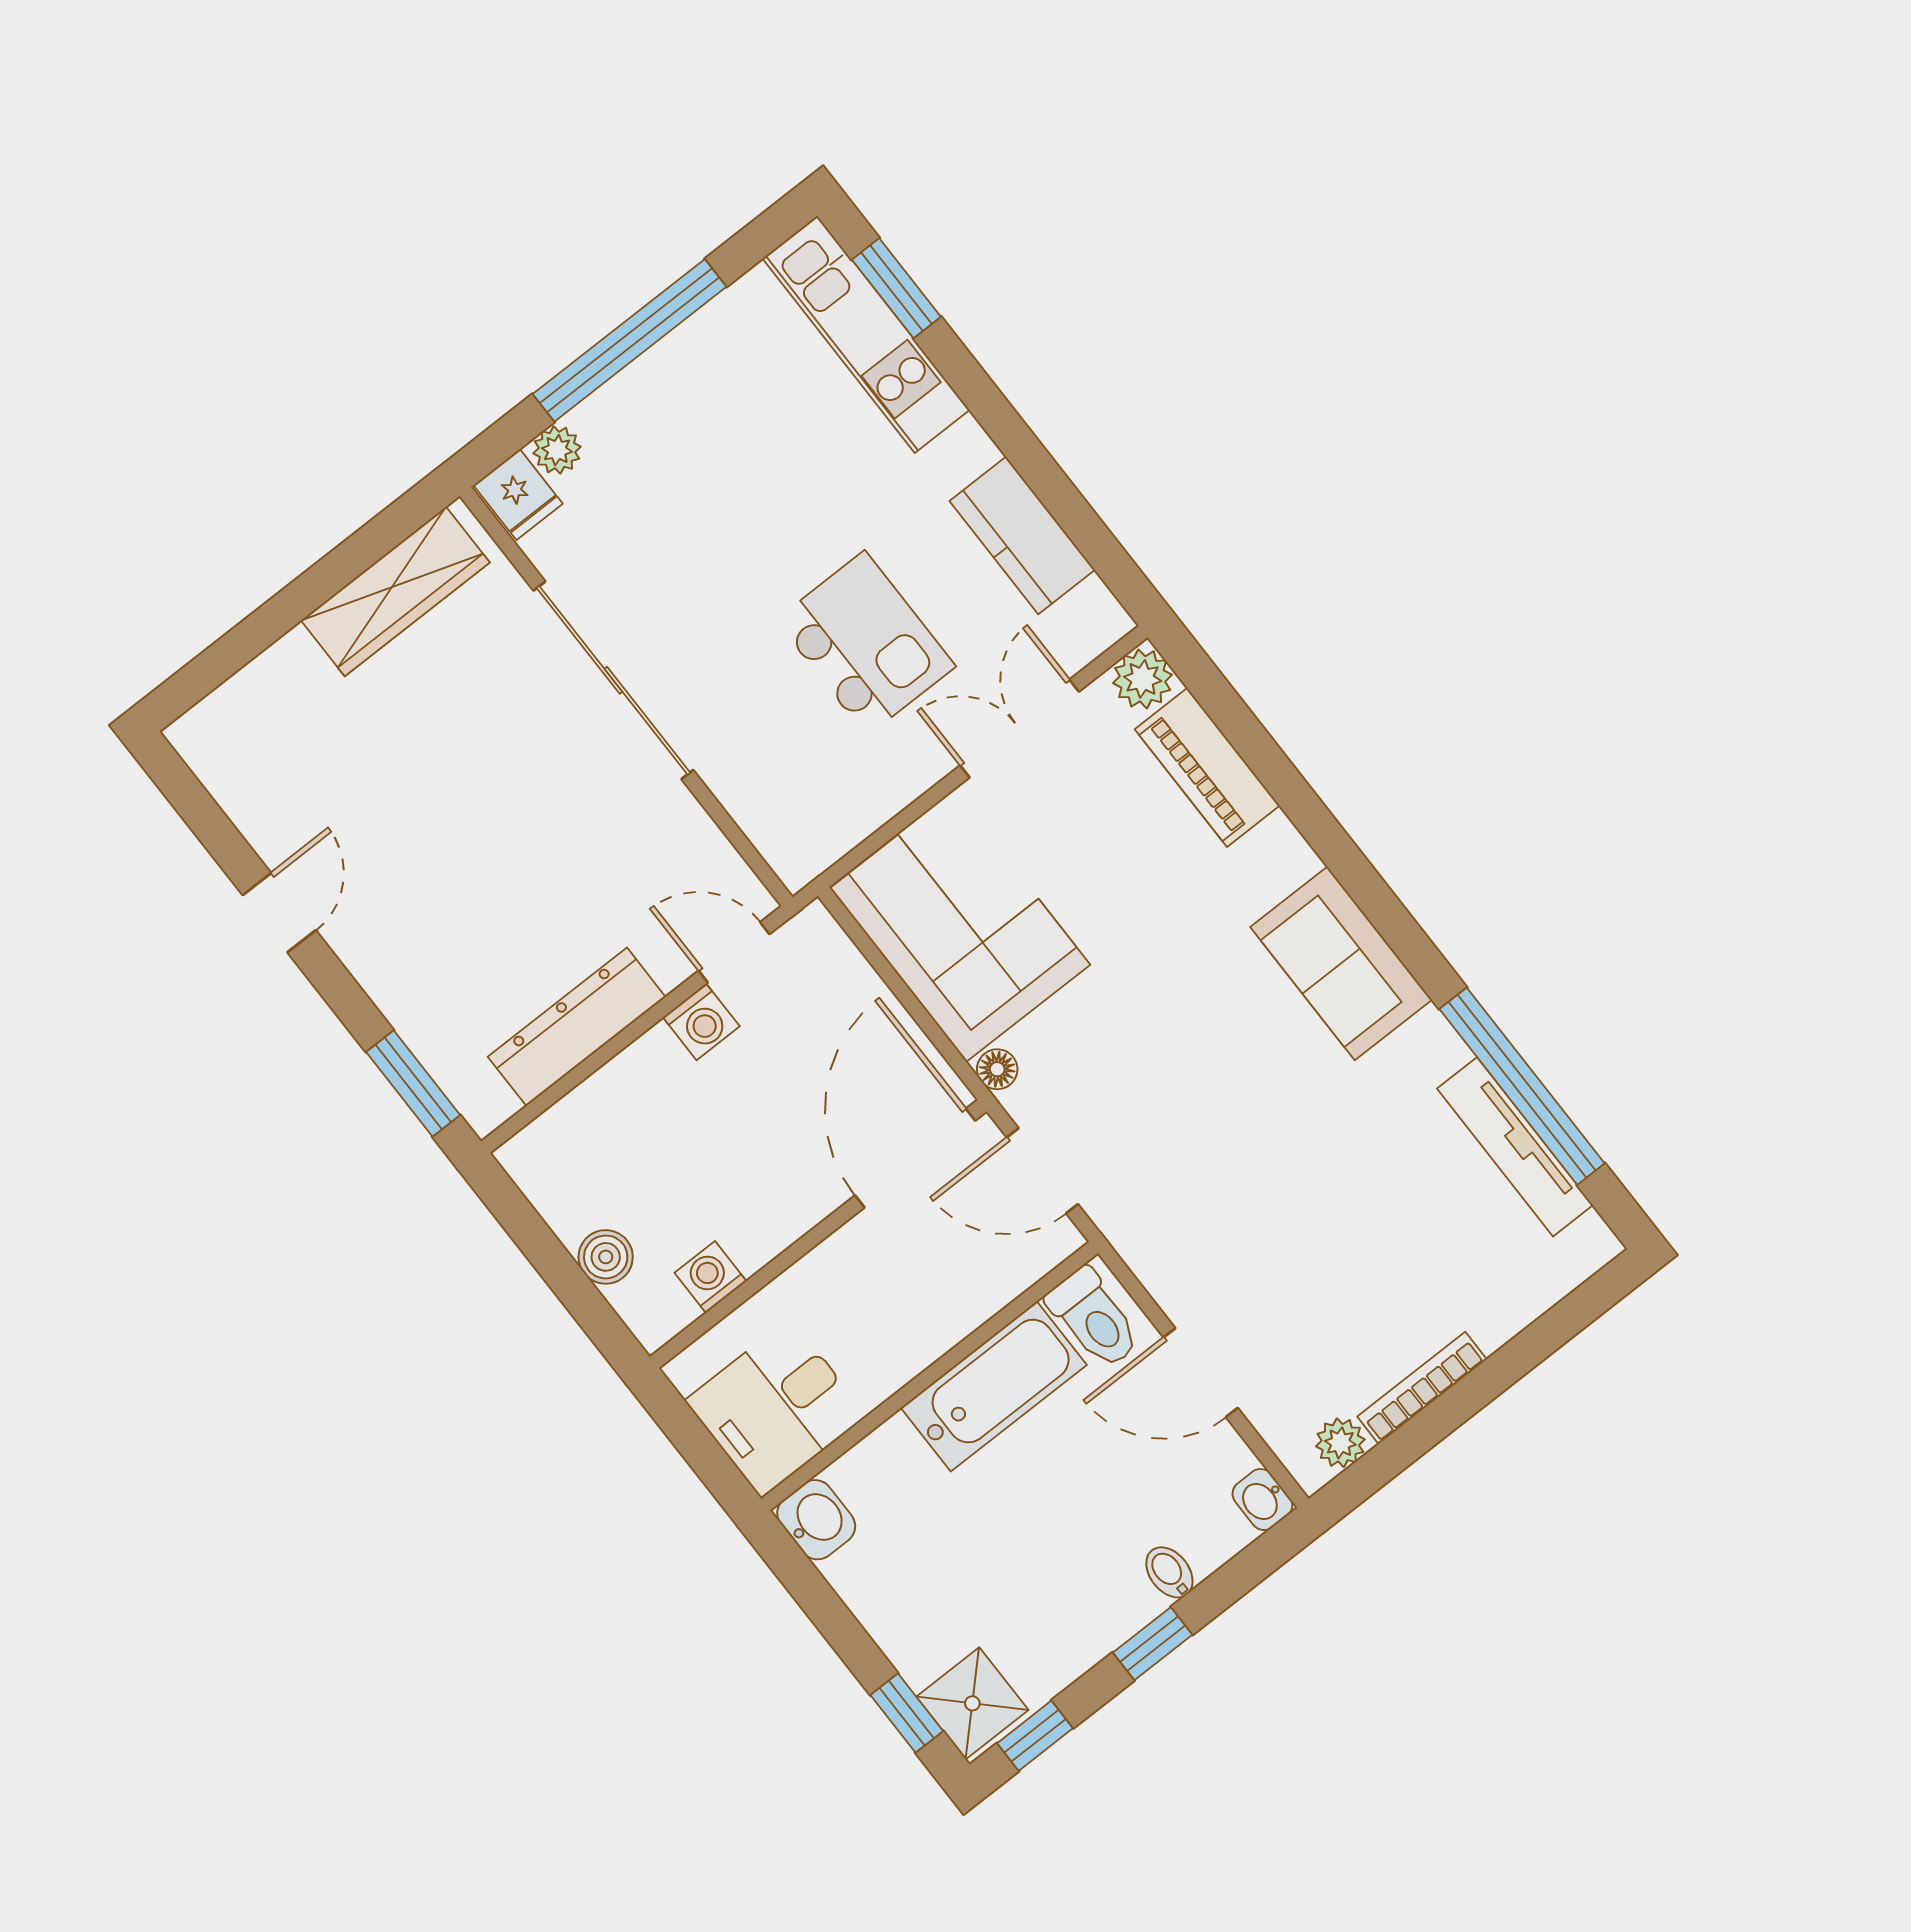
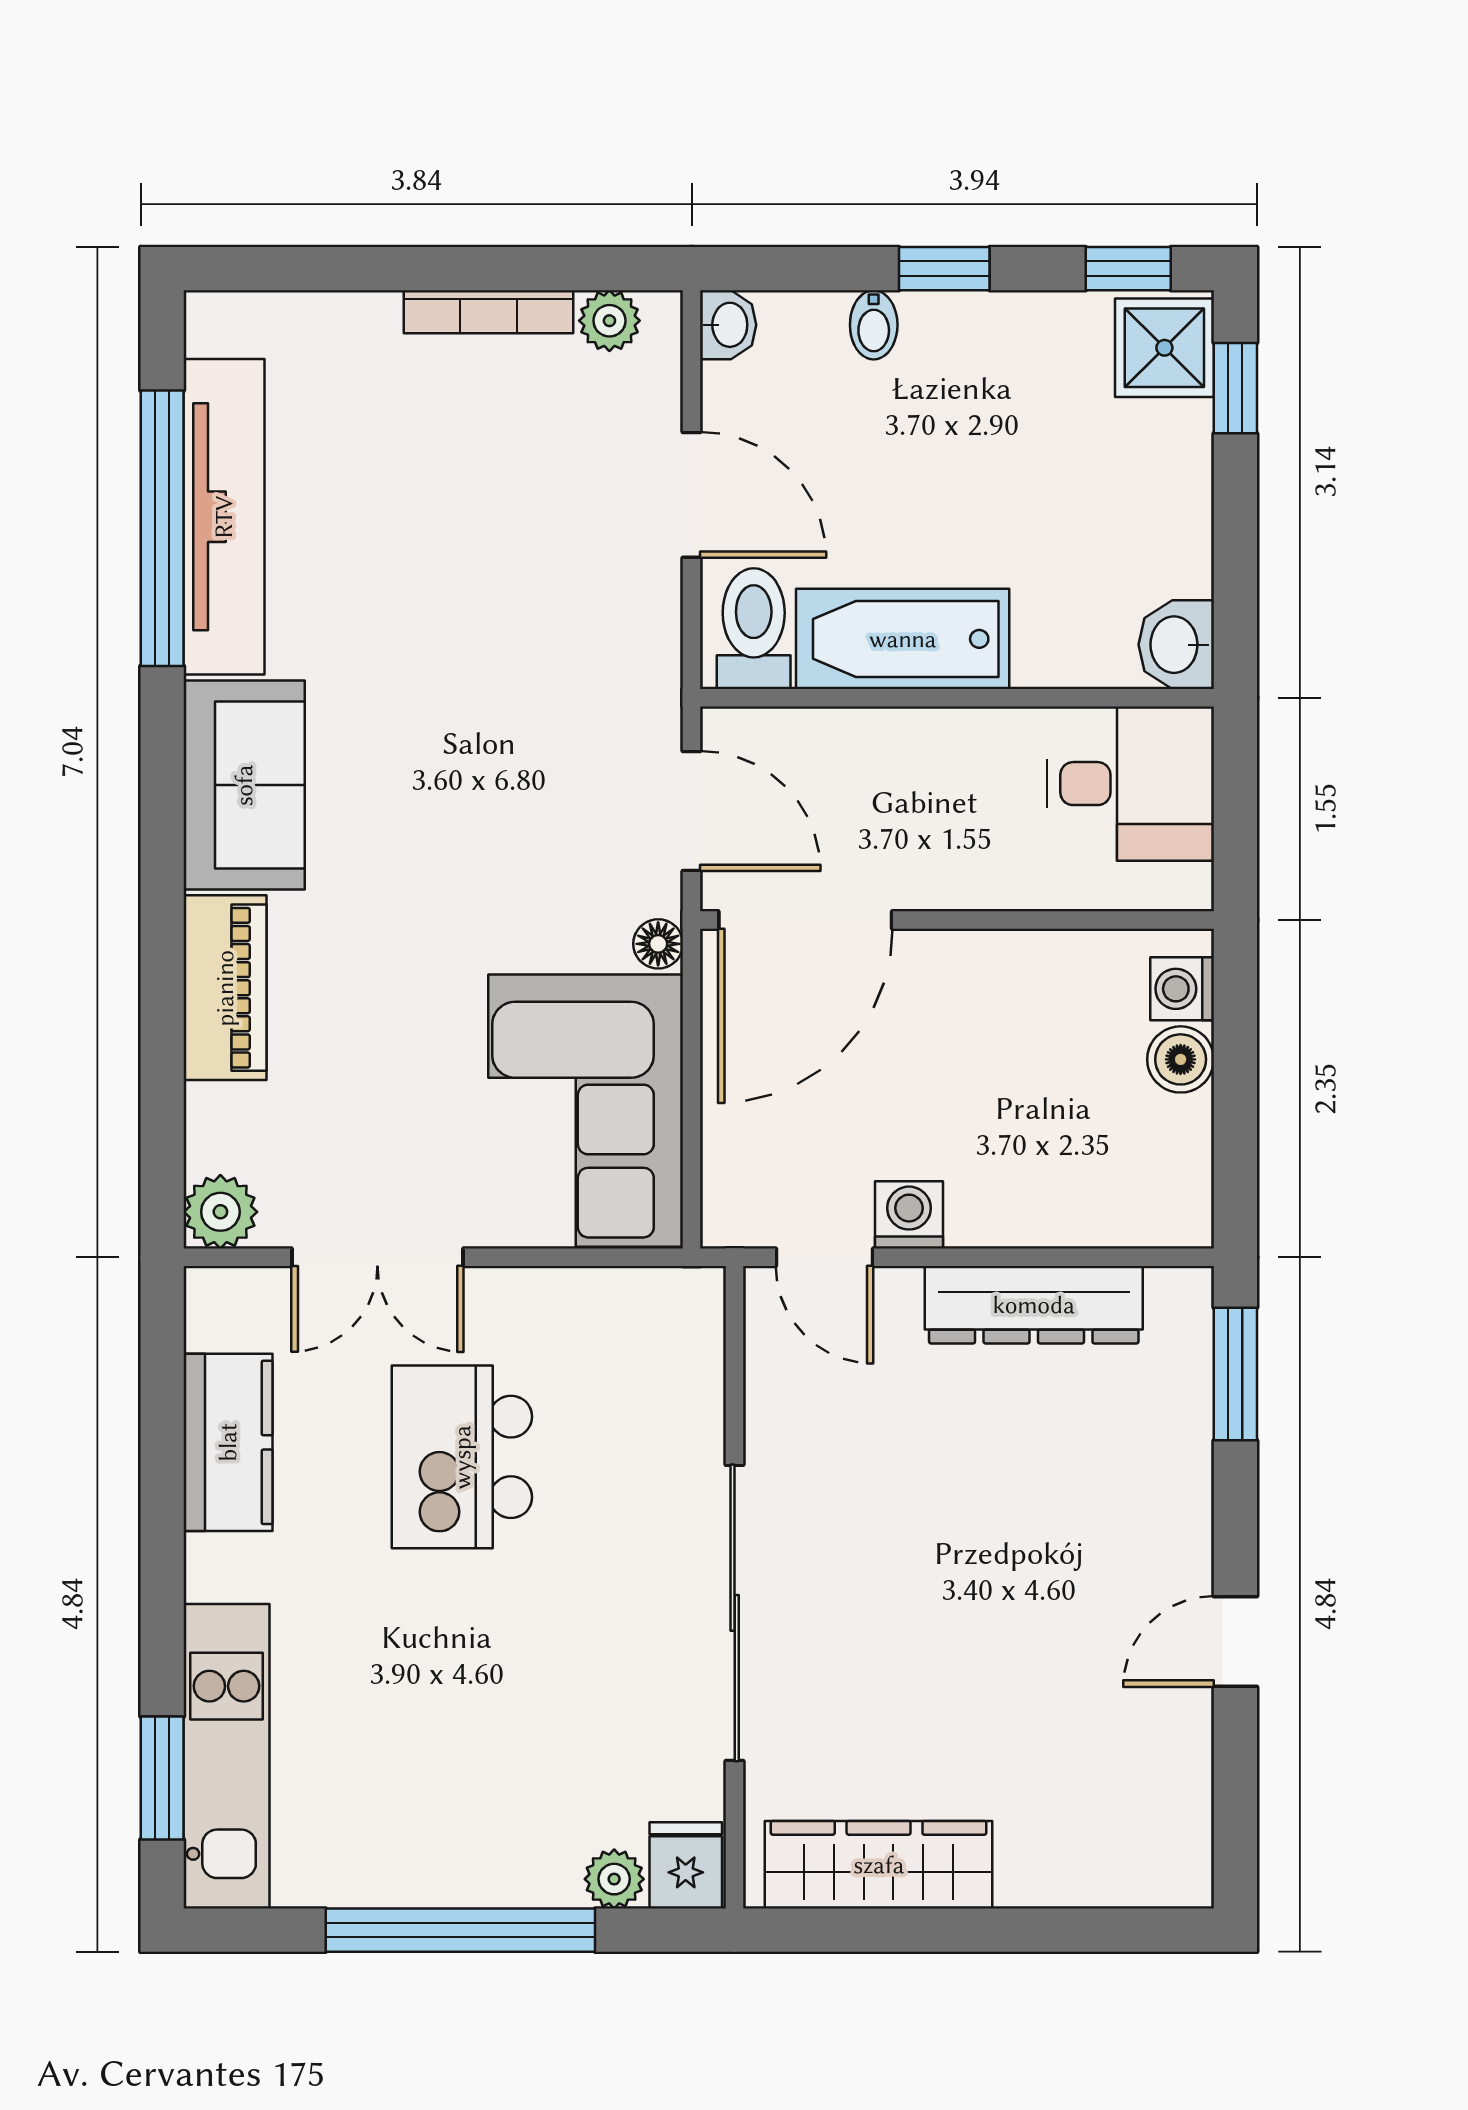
piano: (1207, 767) -> (225, 988), moved
tv unit: (1515, 1147) -> (224, 517), width x1.36, depth x1.29
washing machine: (710, 1277) -> (1182, 989), moved, turned 90

